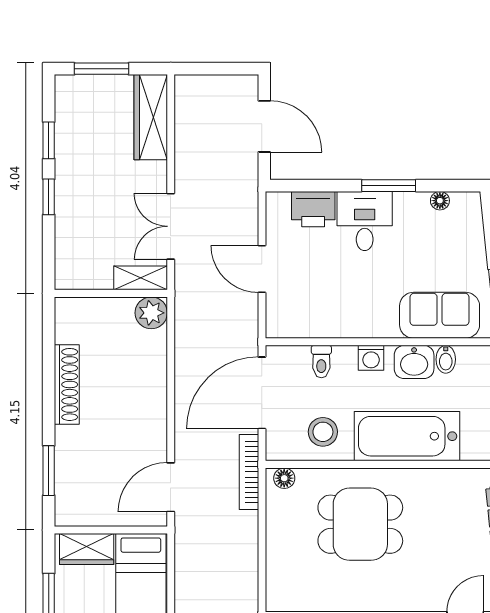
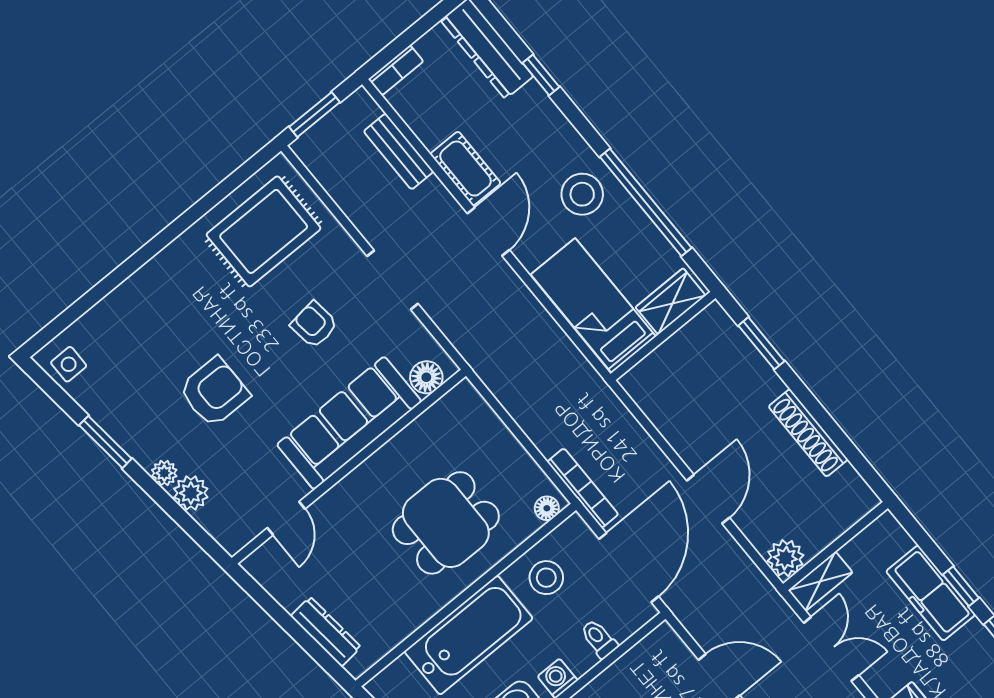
freezer: (73, 209) -> (931, 593), added
door: (171, 487) -> (708, 499), moved

